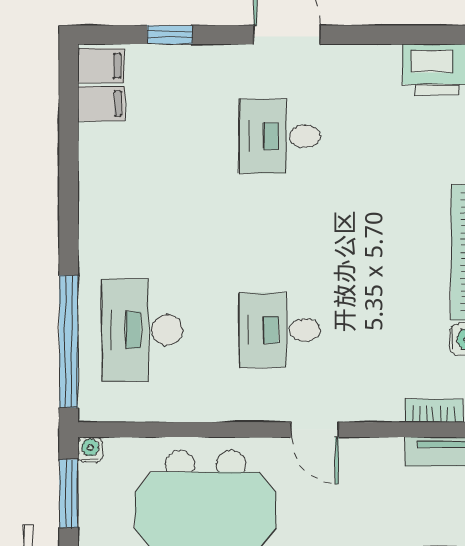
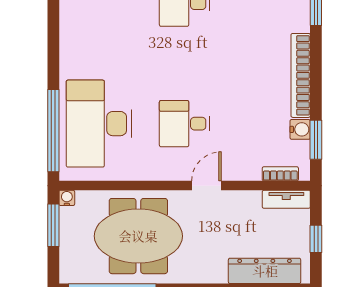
desk: (142, 330) -> (99, 124), width x1.36, depth x1.30
door: (315, 430) -> (206, 186), swing flipped

